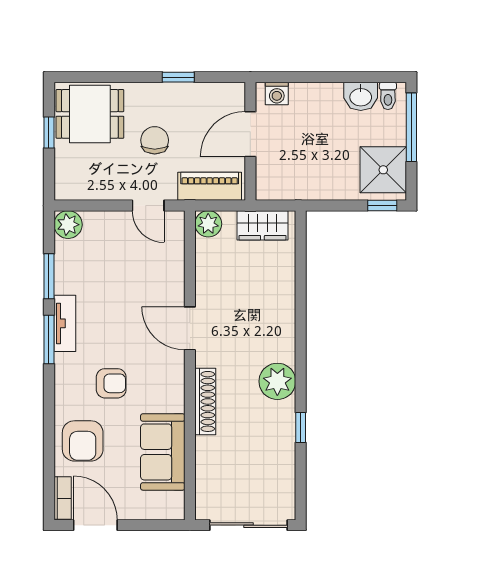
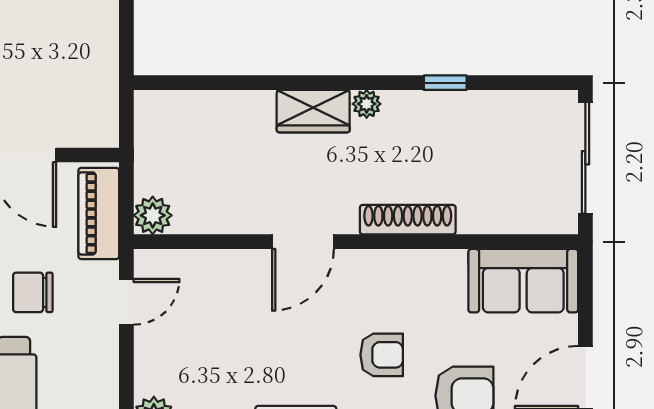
wardrobe: (262, 225) -> (313, 111), moved, turned 90
plant: (277, 381) -> (367, 104), width x0.53, depth x0.53
armchair: (111, 383) -> (382, 355), turned 90
sofa: (163, 452) -> (523, 281), moved

